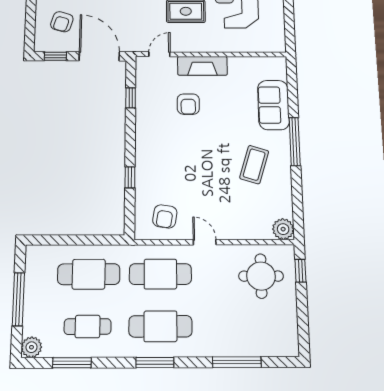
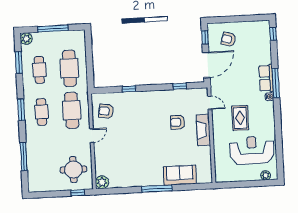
coffee table: (254, 165) -> (141, 164), removed
cafe table: (160, 326) -> (42, 112), width x0.73, depth x0.74

